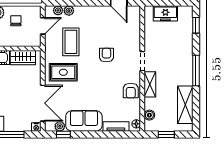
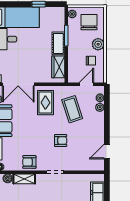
door: (43, 26) -> (86, 84), swing flipped
coffee table: (71, 42) -> (72, 109), turned 72
shelving: (150, 84) -> (24, 179), moved

